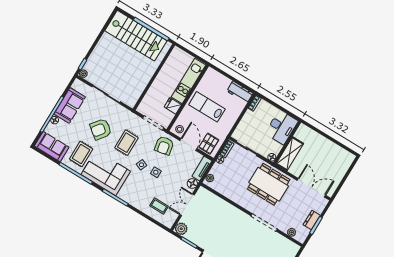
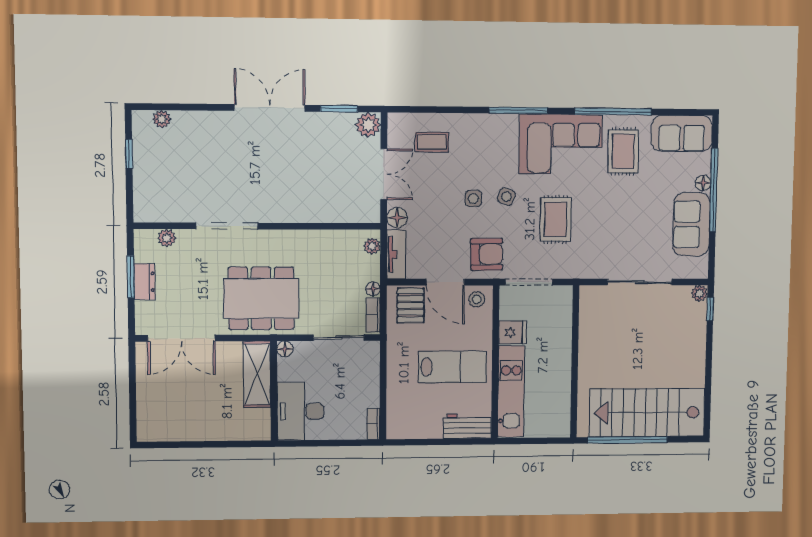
workbench: (240, 92) -> (467, 426), moved
armchair: (101, 129) -> (614, 216), removed
armchair: (164, 146) -> (487, 254), turned 100

